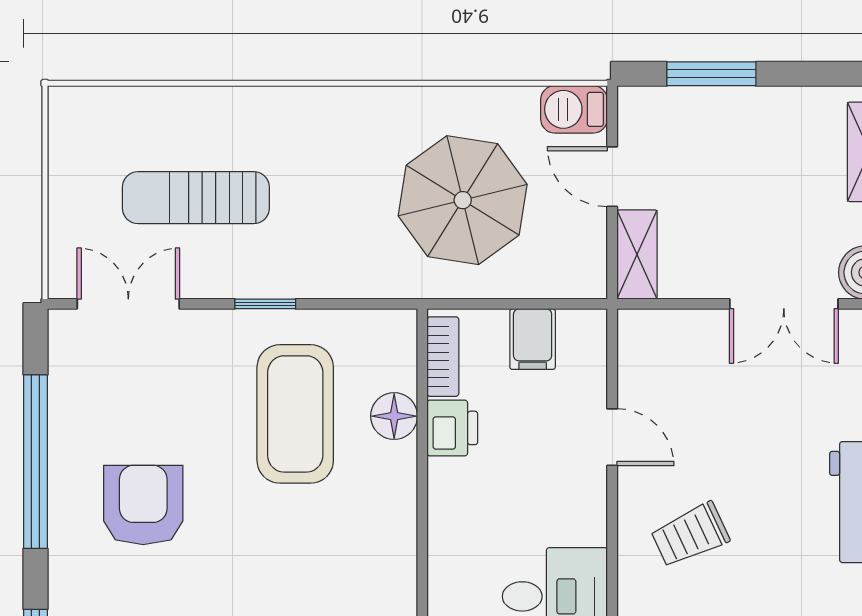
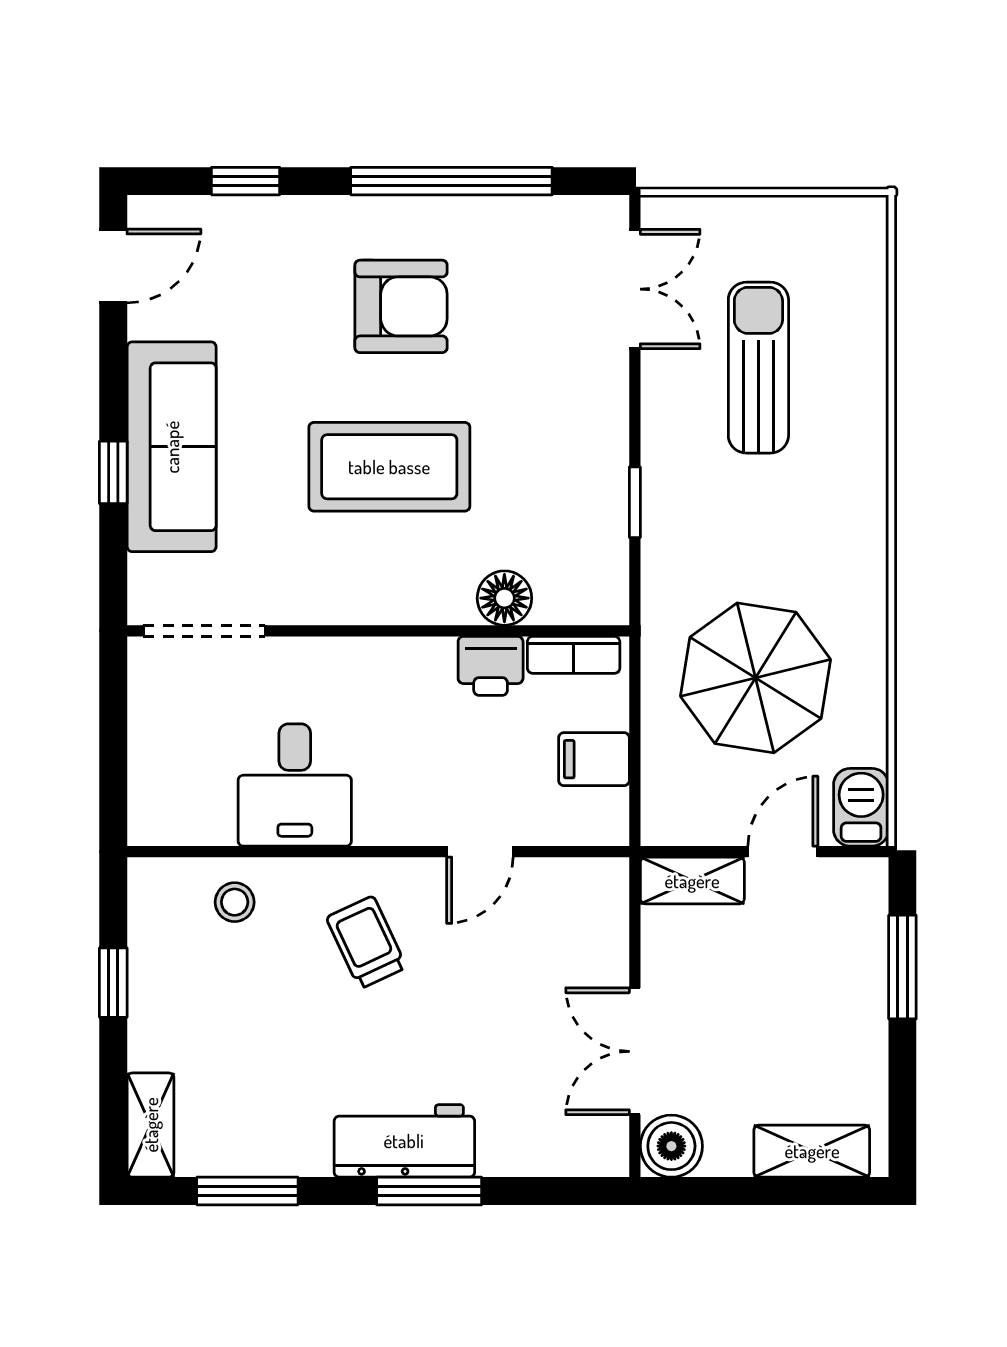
window: (265, 304) -> (635, 502), moved
coffee table: (295, 414) -> (389, 467), moved

